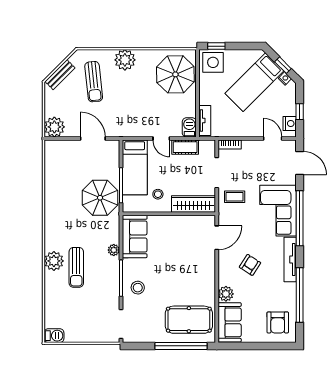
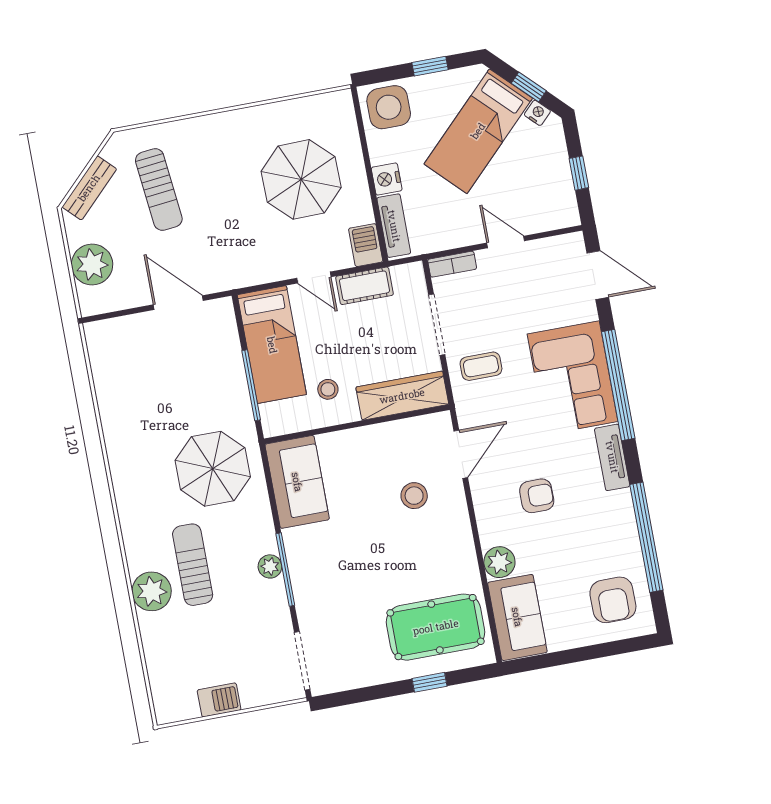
window: (216, 46) -> (430, 66), moved
plant: (125, 60) -> (213, 135), removed
parasol: (175, 74) -> (301, 179), moved
nightstand: (290, 124) -> (387, 179), moved, turned 180
plant: (54, 127) -> (92, 264), moved
door: (273, 139) -> (506, 242), moved
parasol: (100, 198) -> (213, 469), moved
plant: (114, 250) -> (270, 566), moved
tv unit: (290, 259) -> (612, 457), width x0.71
plant: (54, 261) -> (152, 591), moved
armchair: (250, 265) -> (537, 496), turned 57
sun lounger: (76, 267) -> (193, 565), turned 180
stool: (138, 288) -> (414, 496), moved
barbecue: (54, 336) -> (219, 700), moved
window: (181, 346) -> (429, 682), width x0.32

